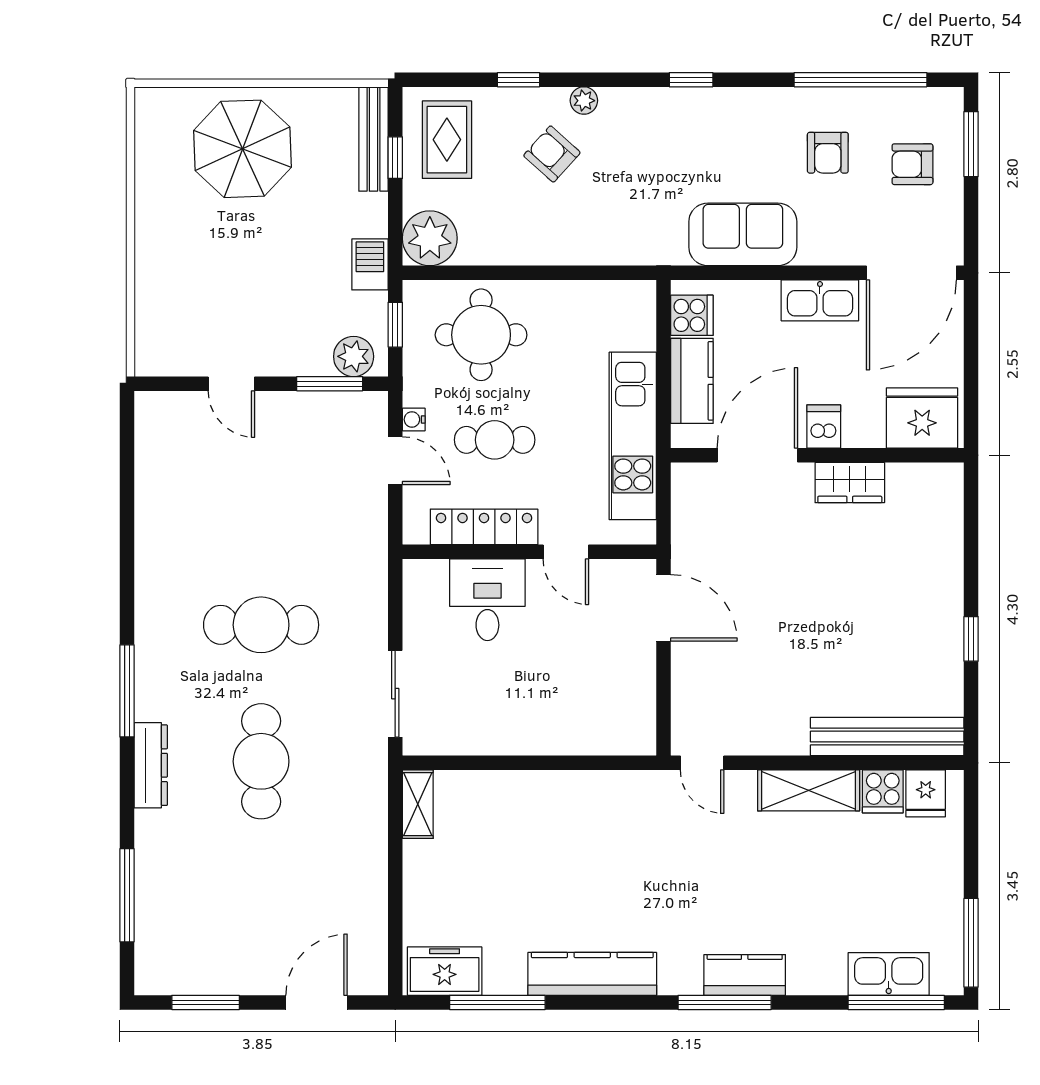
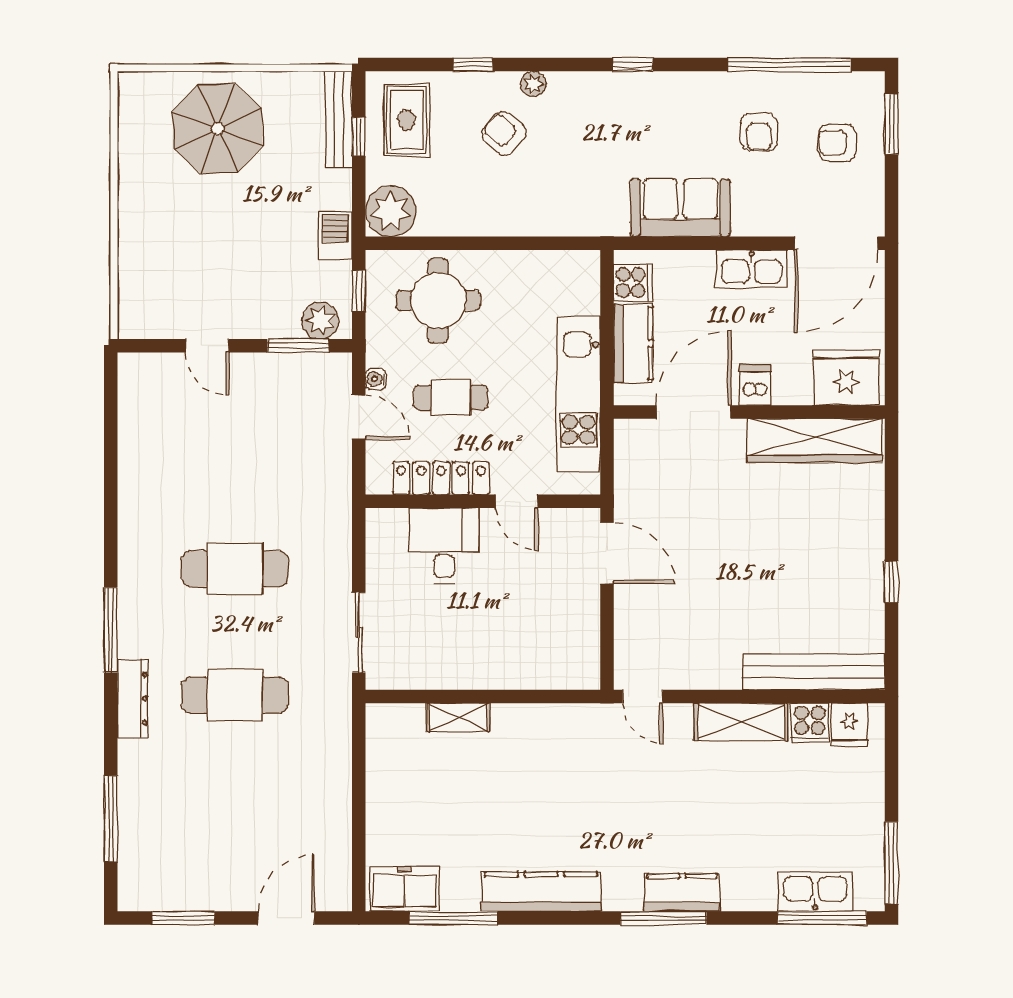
wardrobe: (850, 483) -> (815, 440), width x2.10, depth x1.17
cafe table: (261, 761) -> (235, 695), turned 90
shelving: (418, 804) -> (458, 717), moved, turned 90

